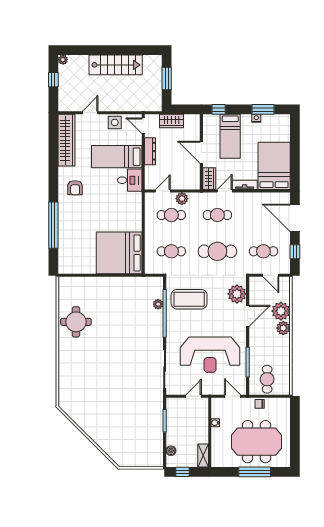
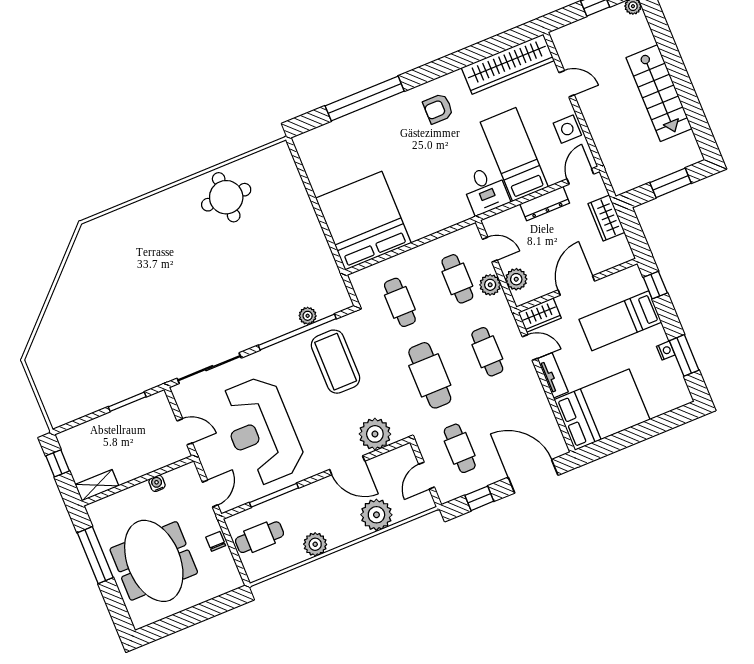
plant: (185, 183) -> (516, 279), added
door: (295, 218) -> (533, 476), hinge flipped
plant: (283, 328) -> (315, 544), moved
boiler: (171, 451) -> (84, 431), removed
window: (255, 472) -> (95, 555), moved

